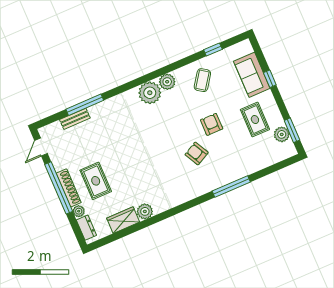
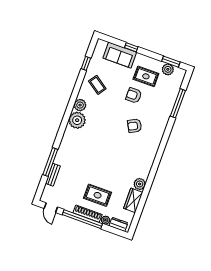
armchair: (212, 124) -> (134, 95), moved
window: (231, 187) -> (178, 103), moved

